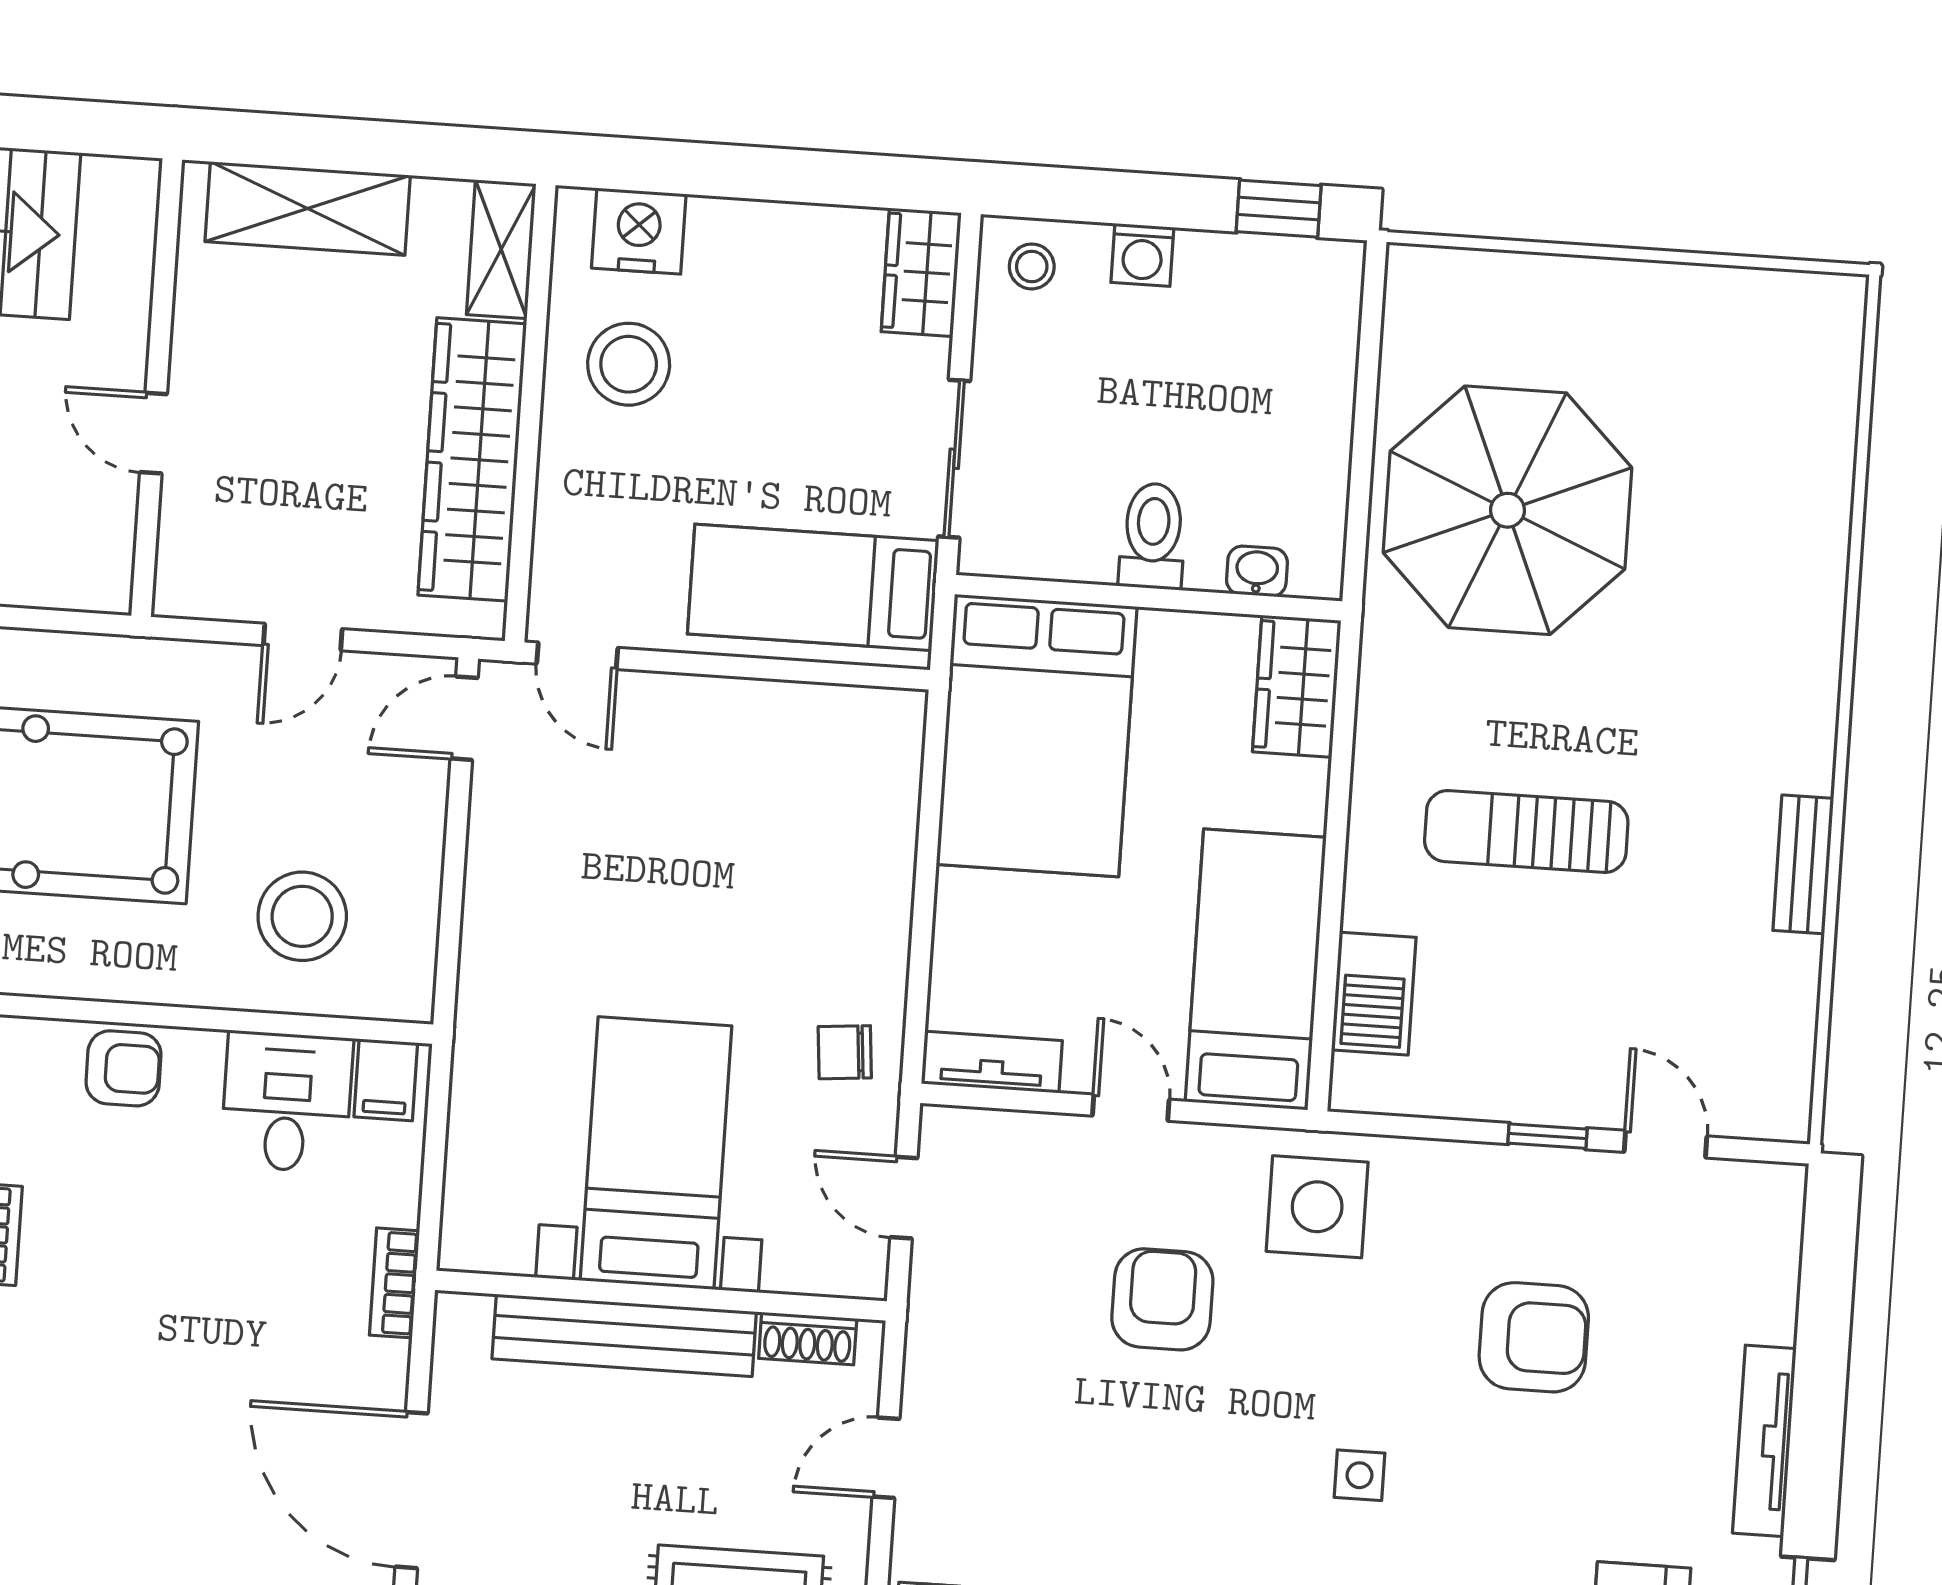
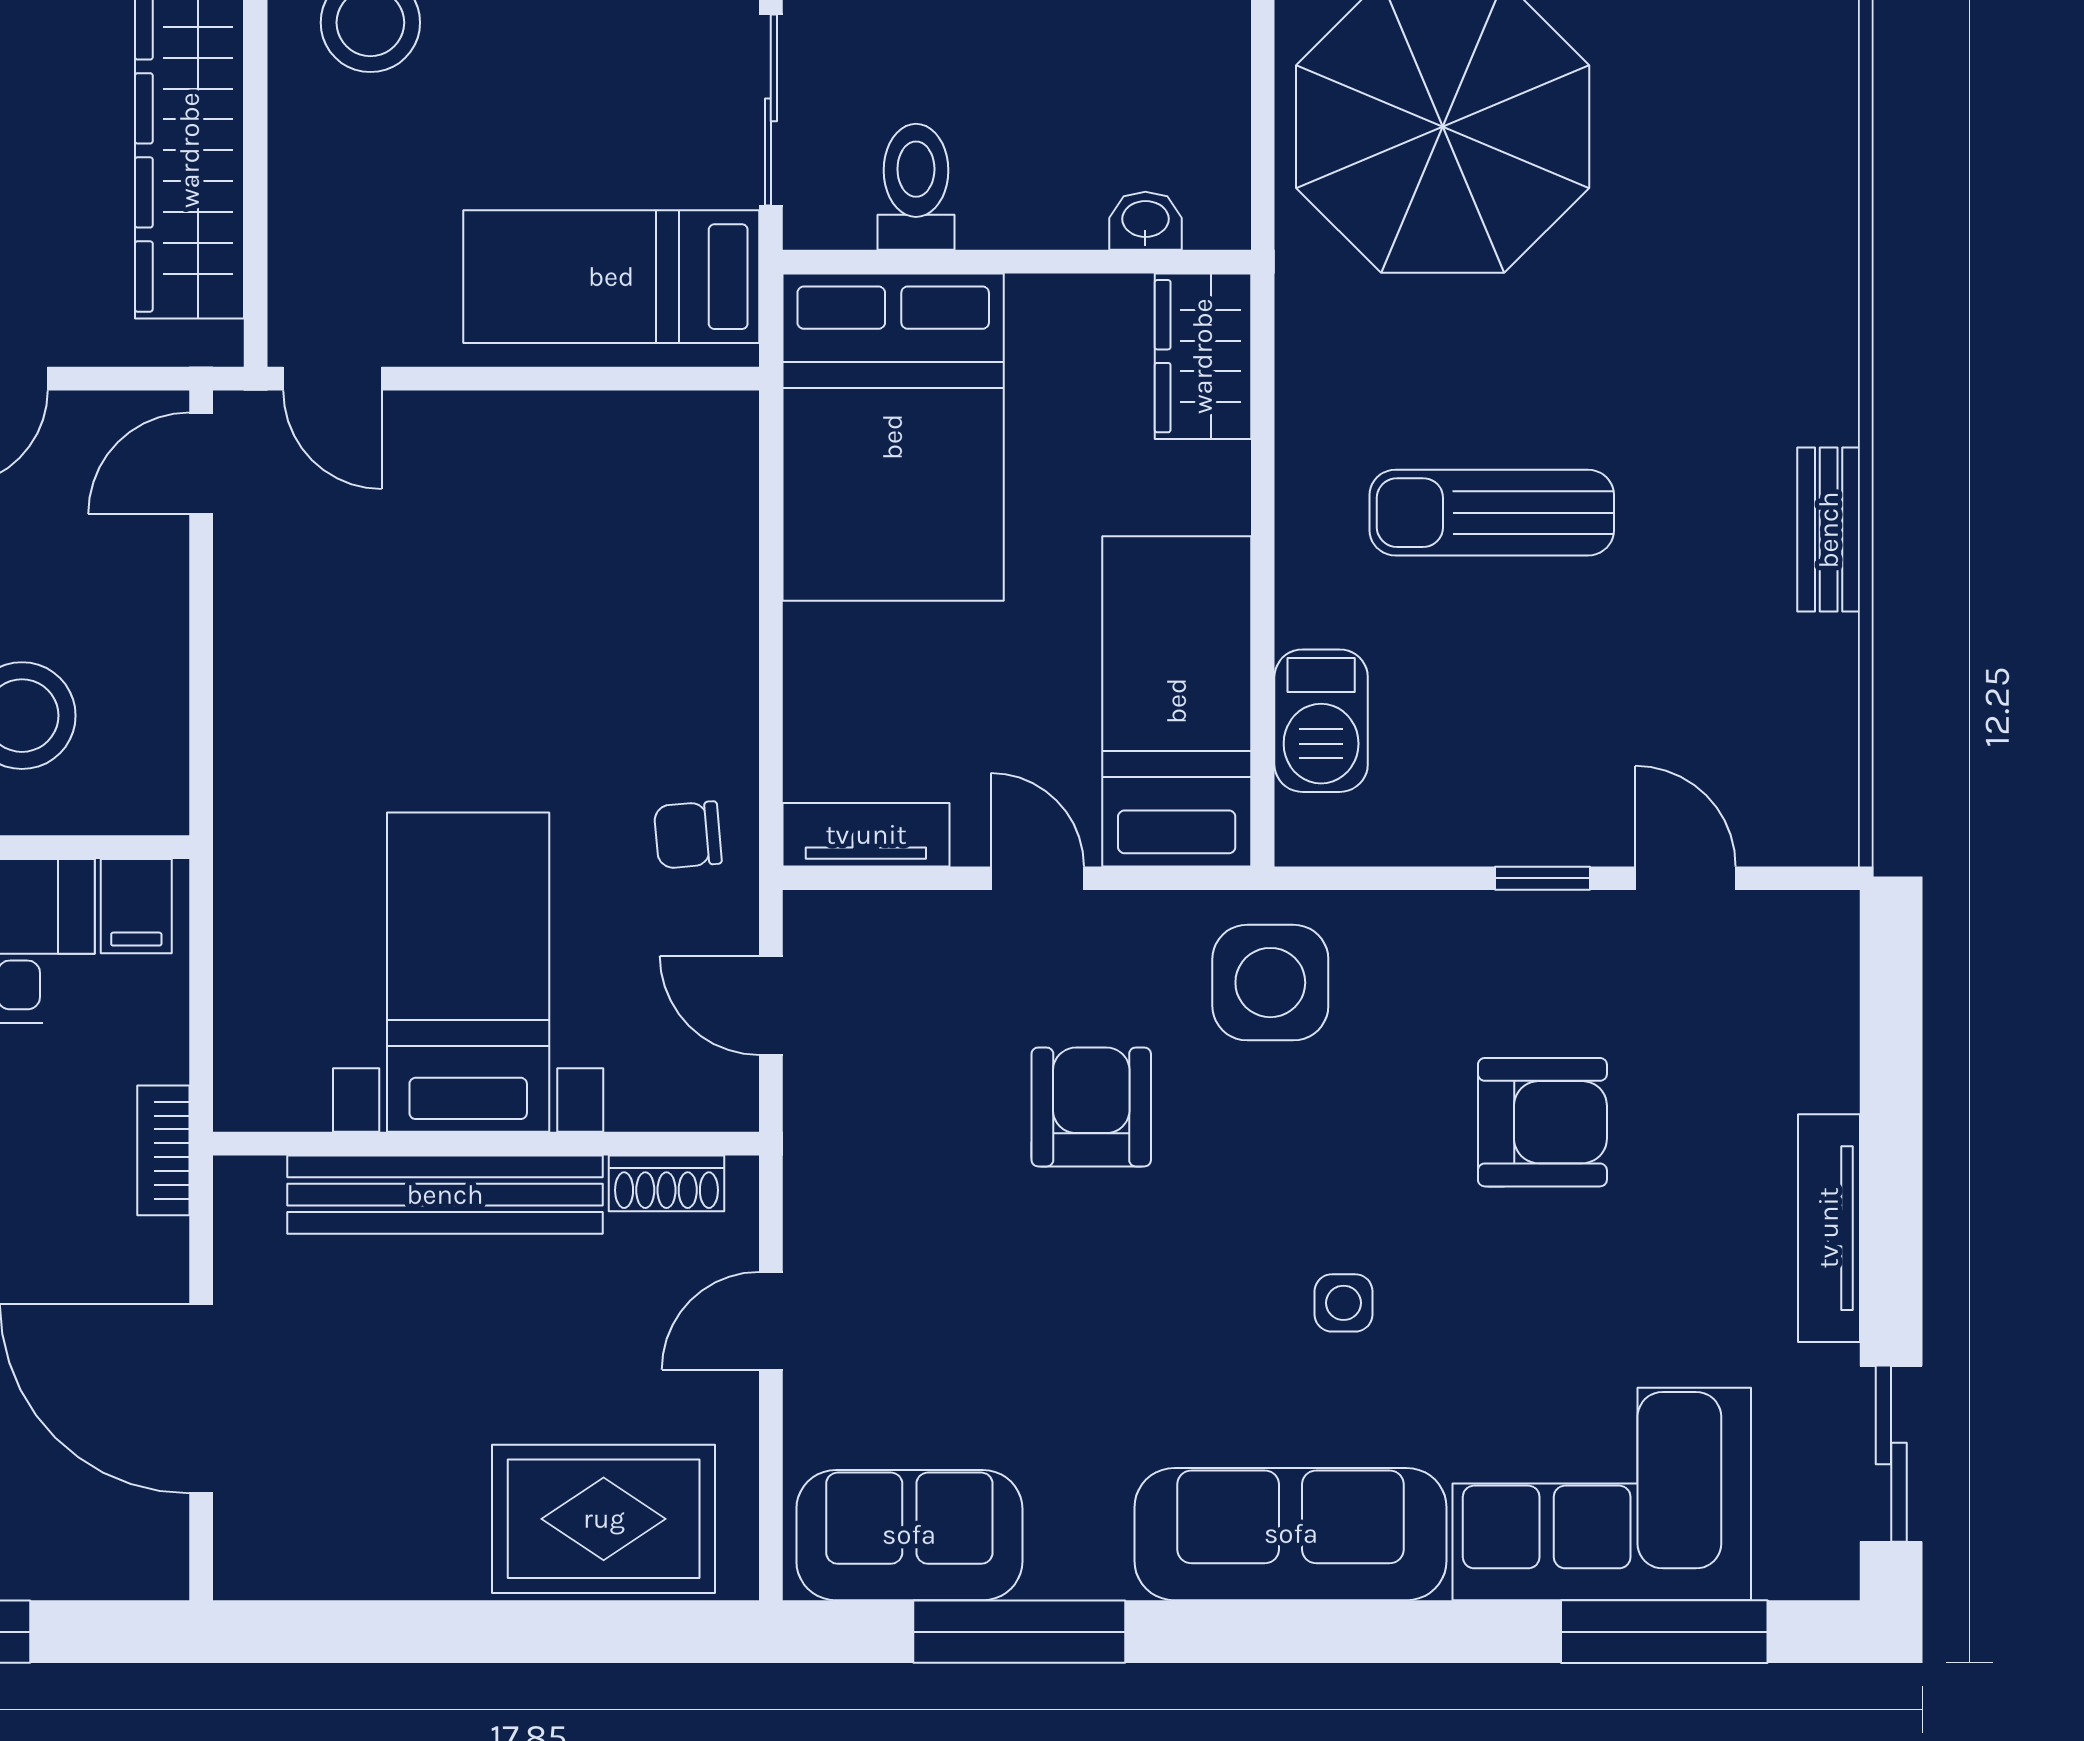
toilet: (1153, 536) -> (916, 187), moved

